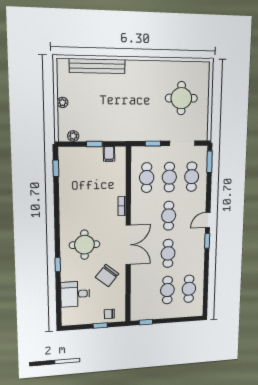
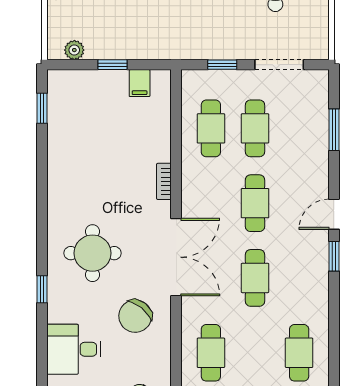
window: (210, 162) -> (334, 130), moved
cafe table: (192, 177) -> (299, 128), removed
cafe table: (167, 290) -> (211, 353), moved

